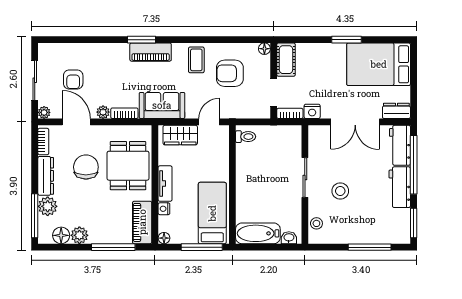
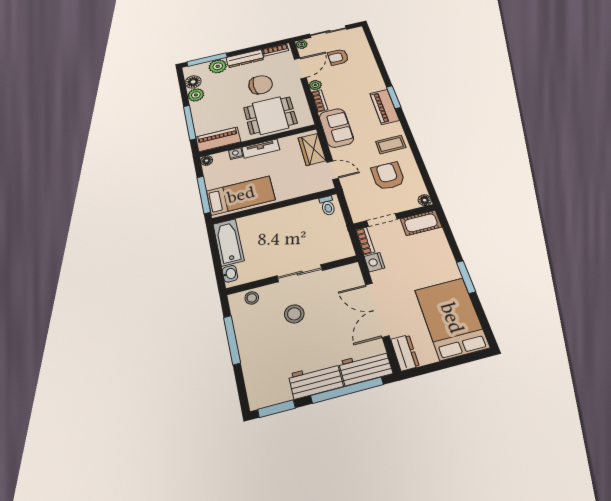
window: (370, 247) -> (232, 340), moved

